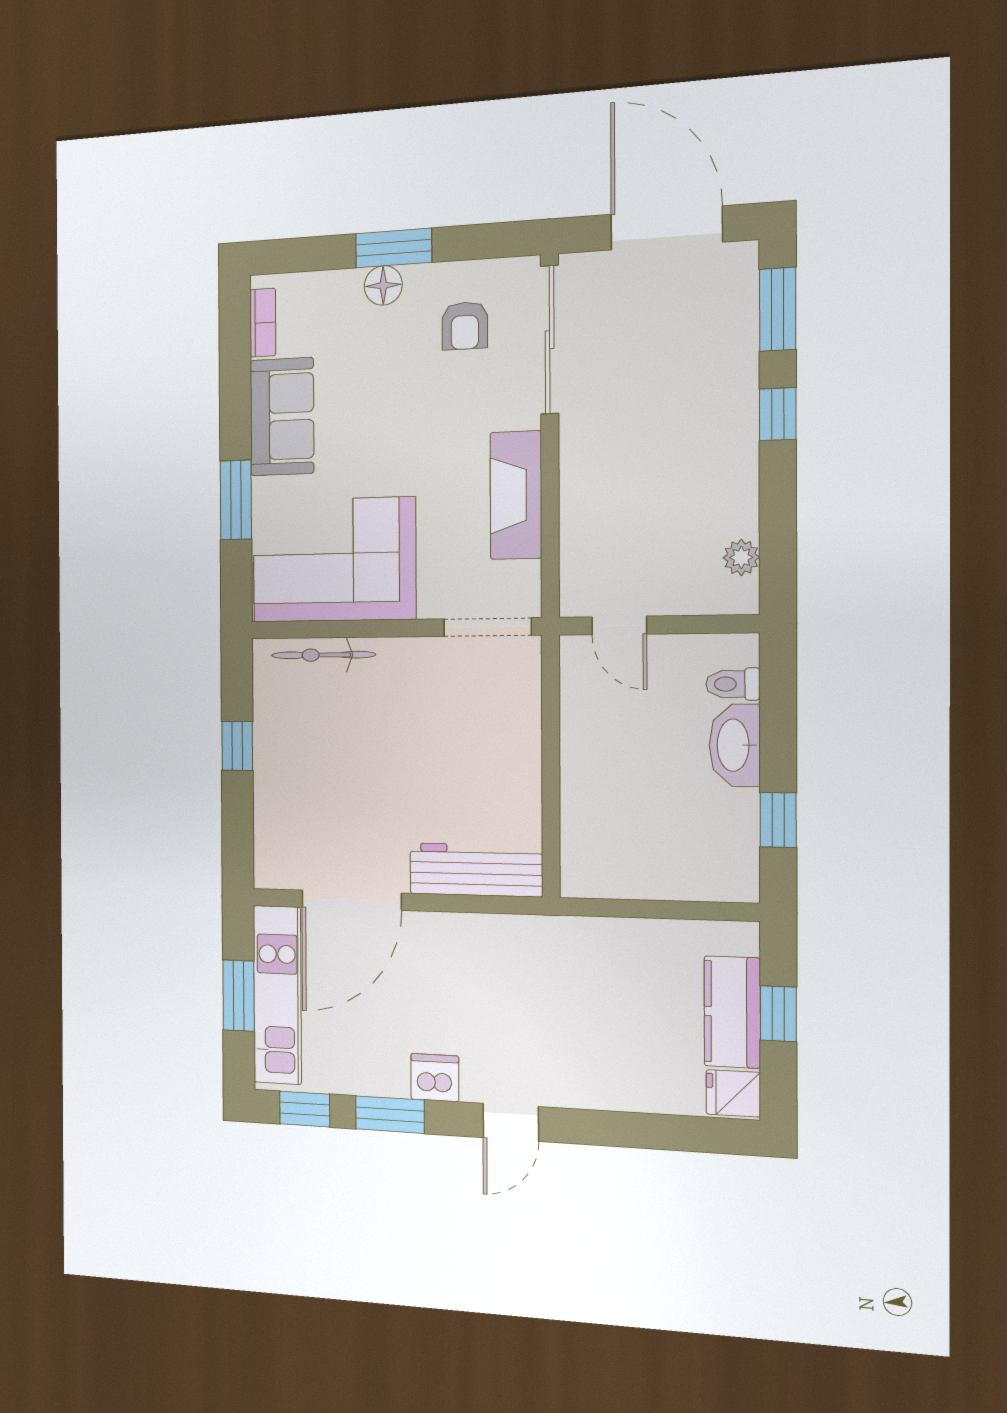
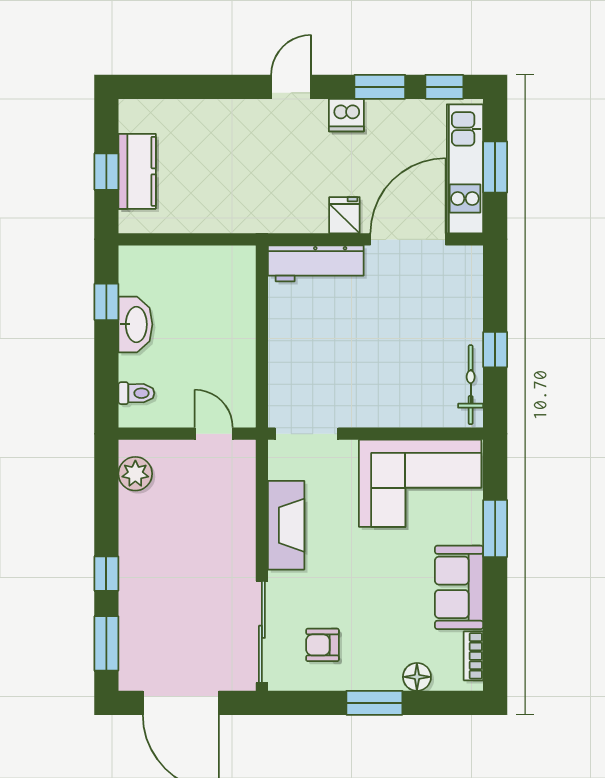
floor lamp: (383, 285) -> (417, 677), moved
armchair: (465, 326) -> (322, 645), turned -90
plant: (741, 557) -> (135, 474), width x1.38, depth x1.38
bicycle: (323, 655) -> (471, 385), moved, turned -90
washbasin: (735, 745) -> (135, 324), moved
fridge: (733, 1093) -> (344, 215), moved, turned -90

